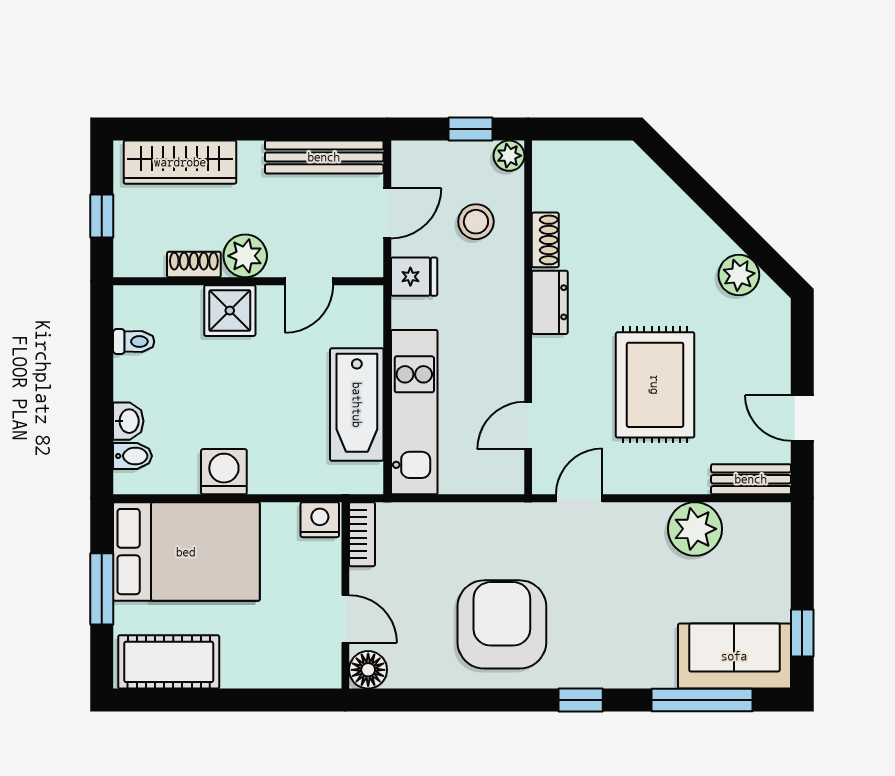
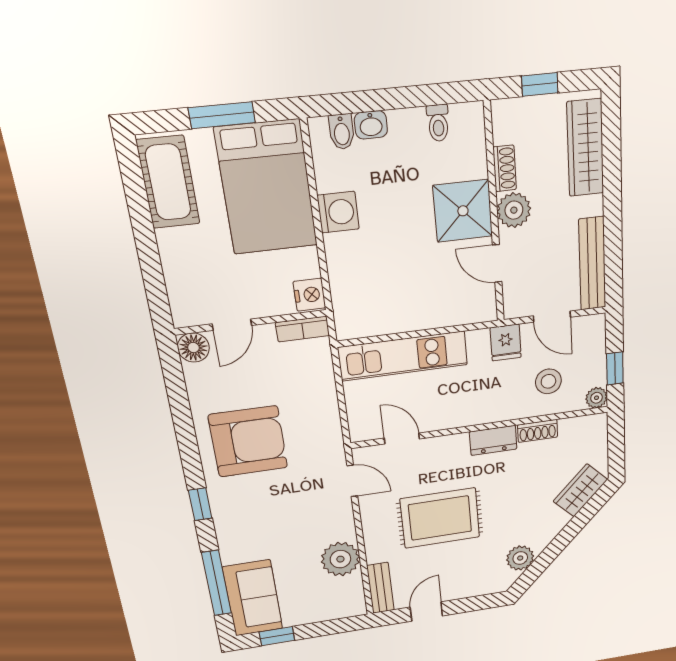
wardrobe: (645, 183) -> (580, 490), added
shower: (230, 311) -> (463, 211), width x1.36, depth x1.36
bathtub: (357, 405) -> (404, 312), removed

